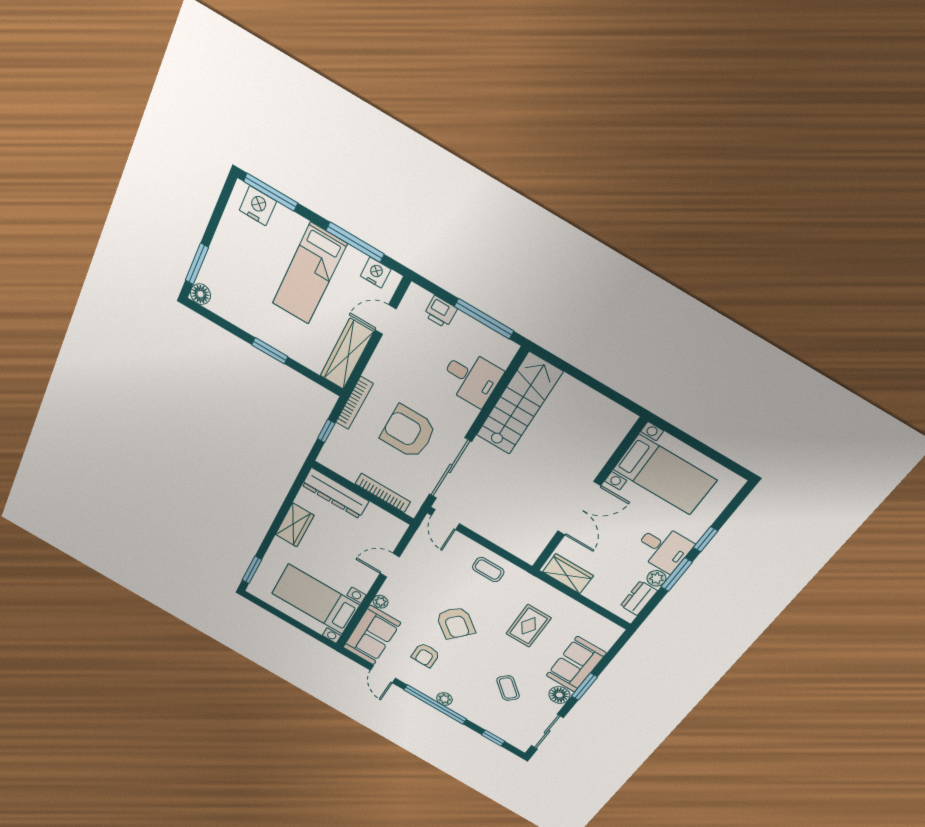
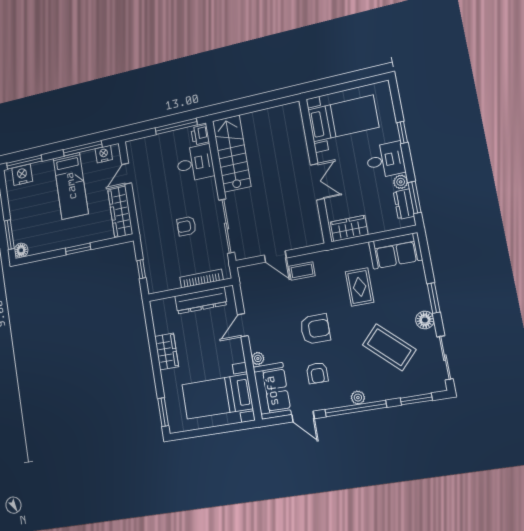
printer: (440, 312) -> (200, 135), moved, turned 90
bookcase: (354, 403) -> (145, 237), removed
armchair: (408, 432) -> (186, 226), width x0.53, depth x0.53
dresser: (335, 493) -> (201, 300), moved
double door: (579, 508) -> (317, 182), width x0.73
door: (445, 520) -> (275, 257), moved
window: (677, 575) -> (415, 197), moved
armchair: (456, 623) -> (315, 329), turned -40
sofa: (576, 664) -> (395, 251), moved, turned -90
coffee table: (508, 688) -> (389, 347), width x1.86, depth x1.72
window: (493, 738) -> (416, 399), width x1.50

